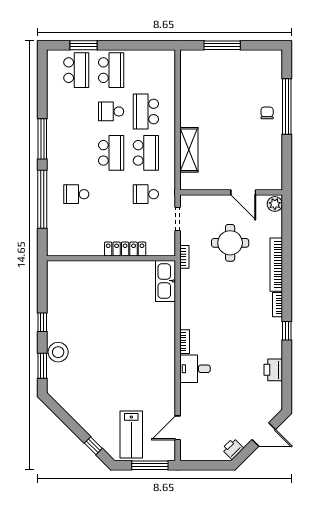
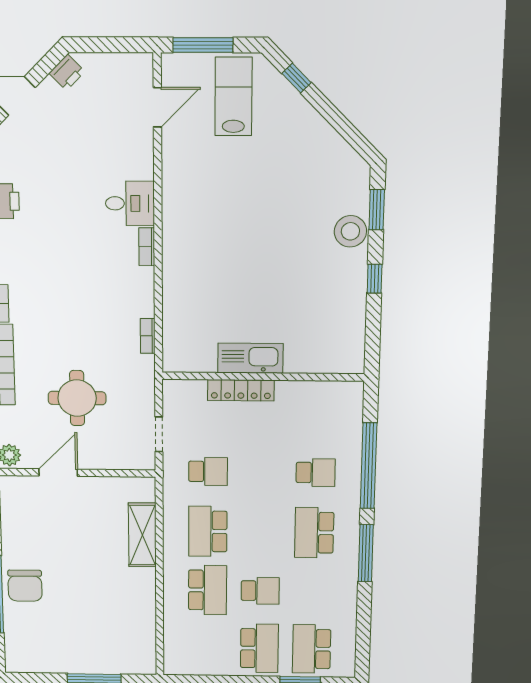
school desk: (111, 70) -> (259, 648), turned 180
chair: (267, 113) -> (25, 586), width x1.87, depth x1.87
school desk: (111, 153) -> (314, 533), moved
door: (243, 192) -> (58, 473), hinge flipped
bookcase: (184, 257) -> (148, 336), moved
kitchen sink: (166, 281) -> (250, 358), moved, turned -90

